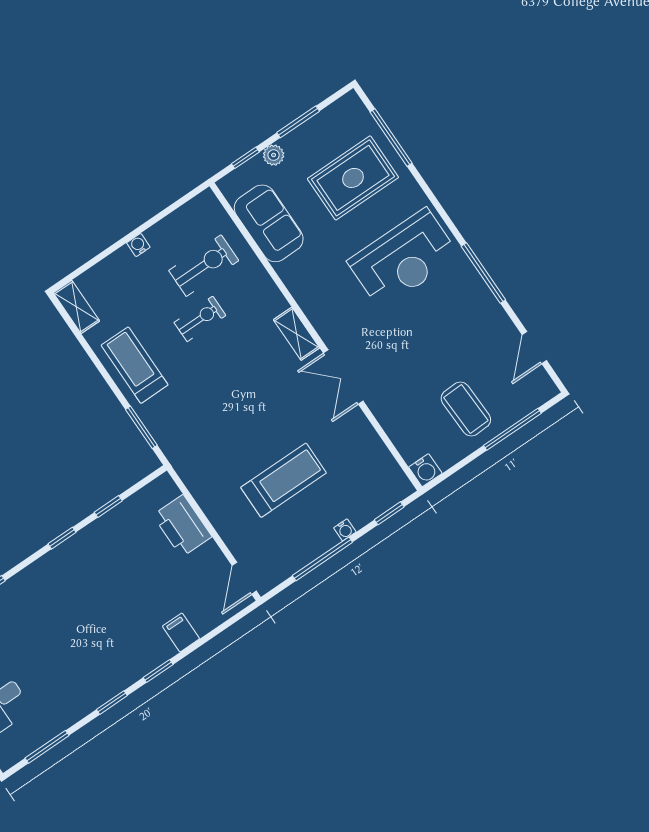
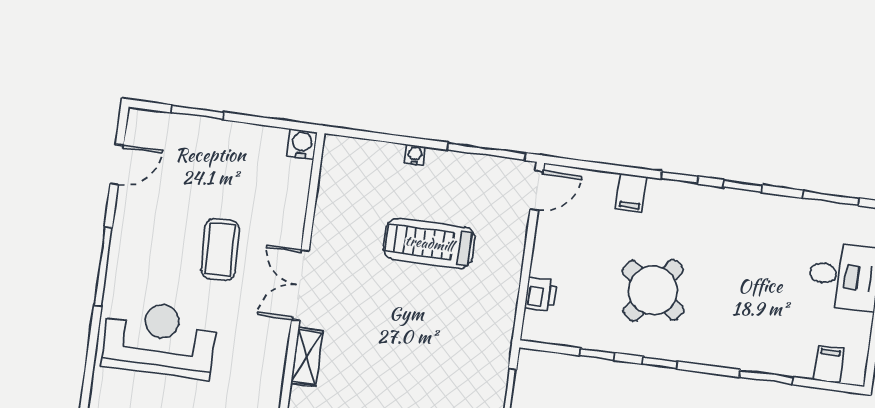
double door: (343, 377) -> (300, 285), swing flipped
coffee table: (466, 409) -> (220, 249), moved
window: (512, 429) -> (197, 112), width x0.69
window: (389, 513) -> (365, 135), removed
printer: (182, 526) -> (541, 294), width x0.53, depth x0.68
window: (322, 559) -> (486, 151), moved
round table: (109, 581) -> (653, 290), added

